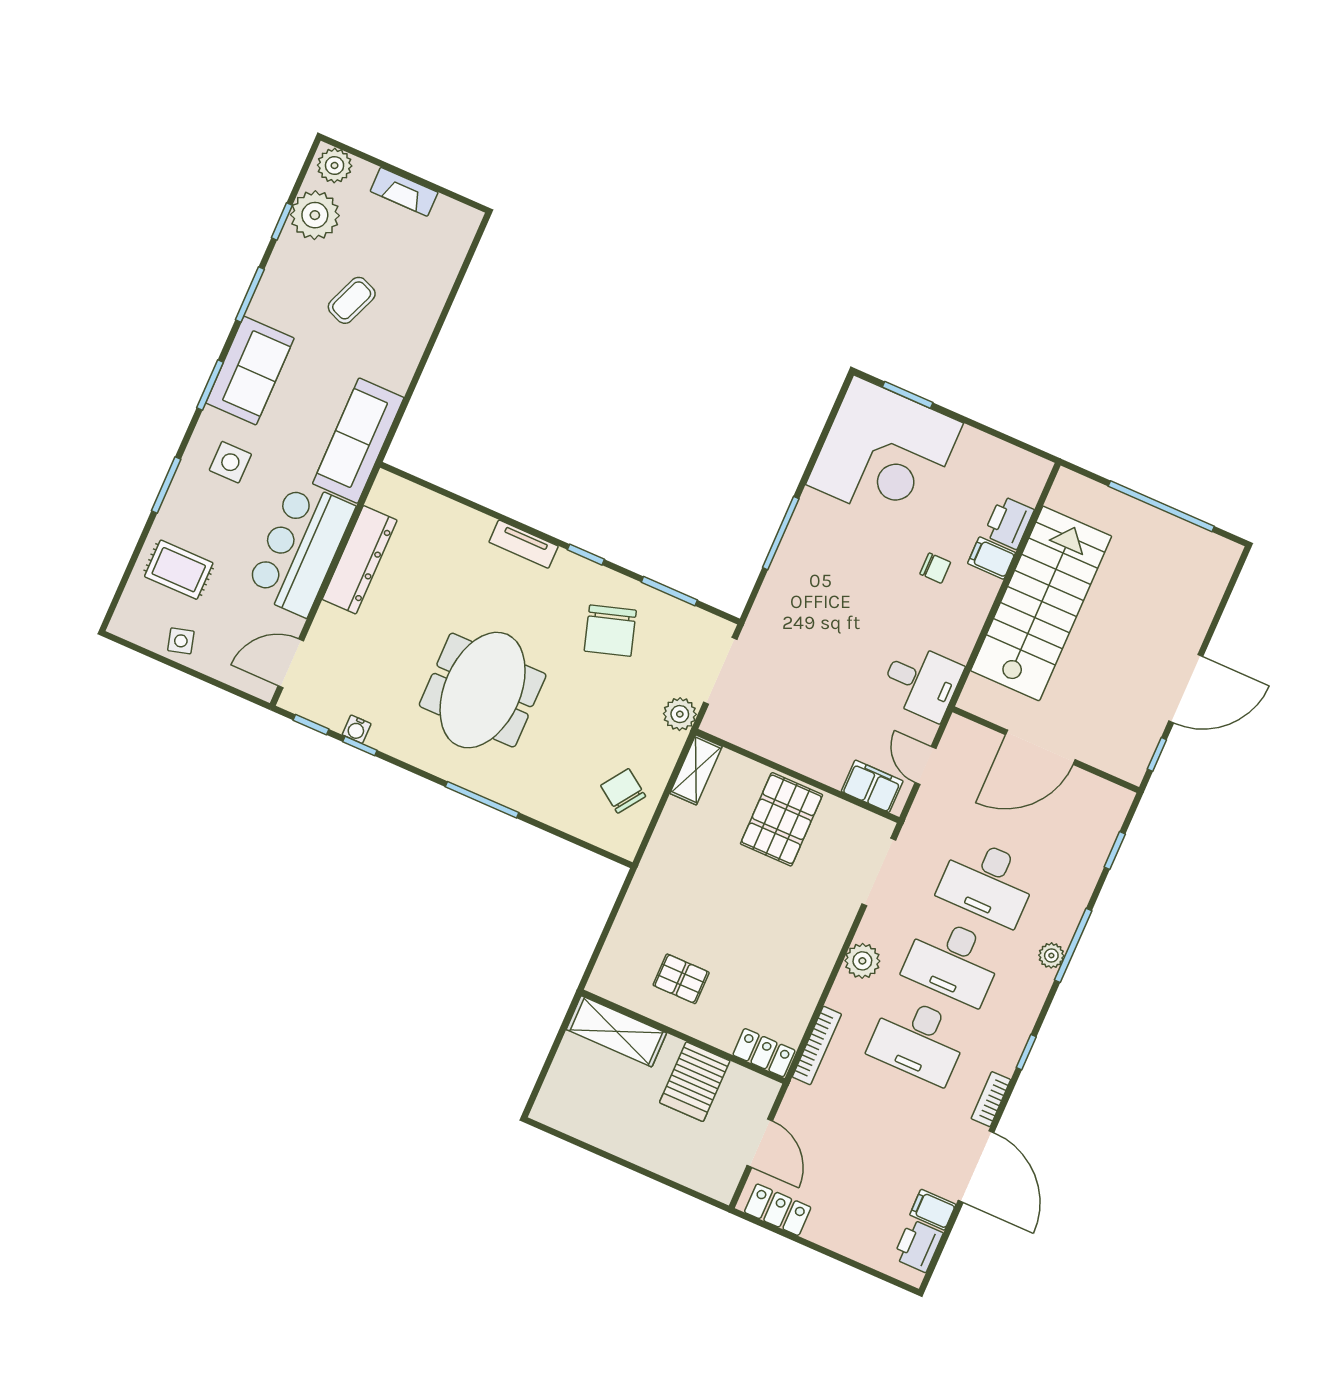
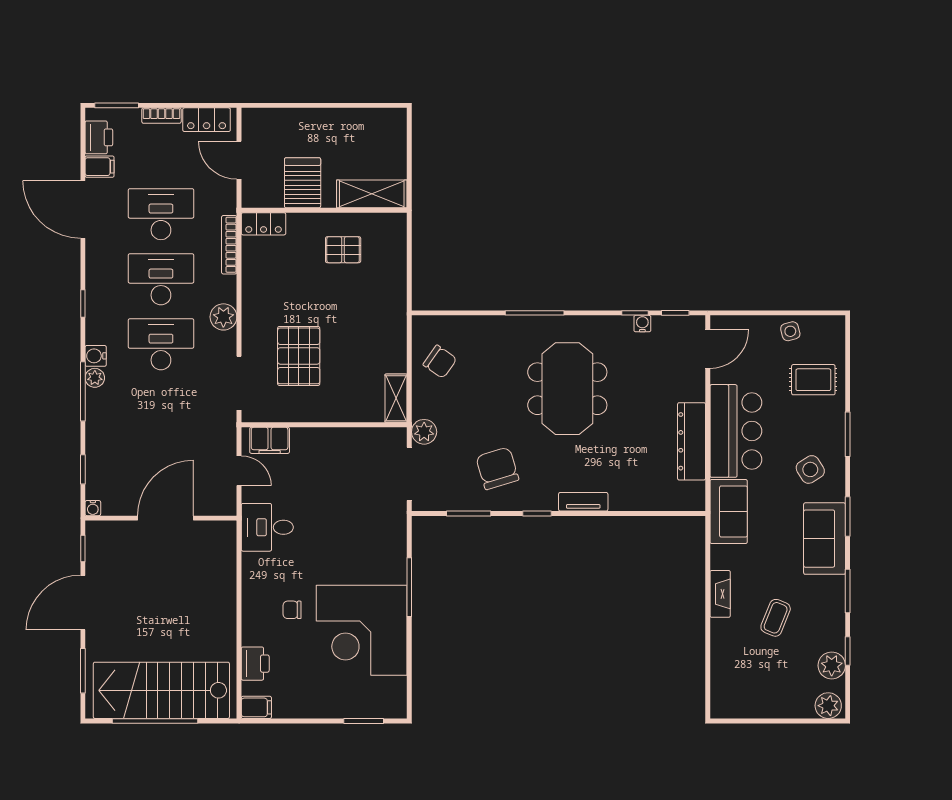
fireplace: (404, 192) -> (720, 594), moved, turned 90
plant: (315, 215) -> (832, 665), width x0.73, depth x0.73
sofa: (358, 441) -> (729, 511), width x0.73
corner desk: (885, 454) -> (362, 630), moved, turned -90
side table: (230, 462) -> (810, 469), turned -32
filing cabinet: (992, 558) -> (256, 707), moved
stairs: (1041, 603) -> (161, 690), moved, turned 90
window: (1222, 606) -> (83, 671), added
water cooler: (1123, 798) -> (93, 508), added
pallet: (782, 819) -> (299, 356), moved
desk: (988, 882) -> (161, 214), moved
water cooler: (1039, 982) -> (96, 356), added
bookcase: (991, 1099) -> (161, 116), moved, turned 90
window: (879, 1275) -> (117, 105), added

